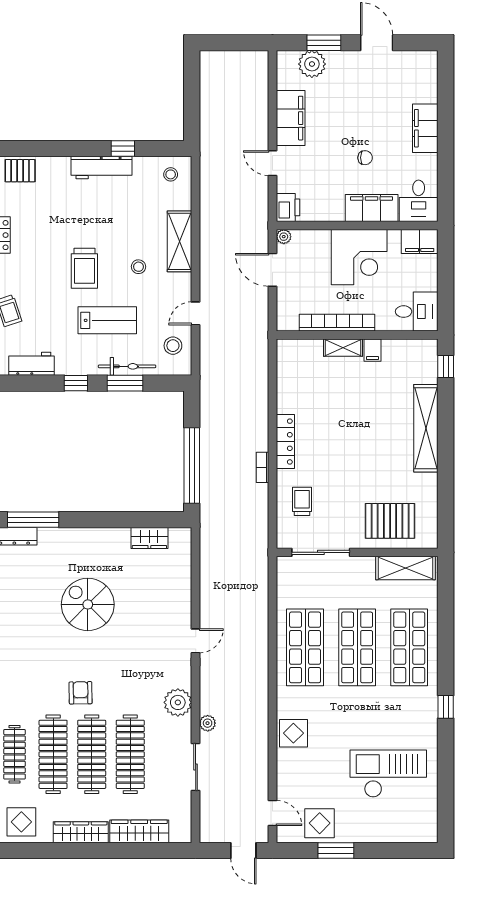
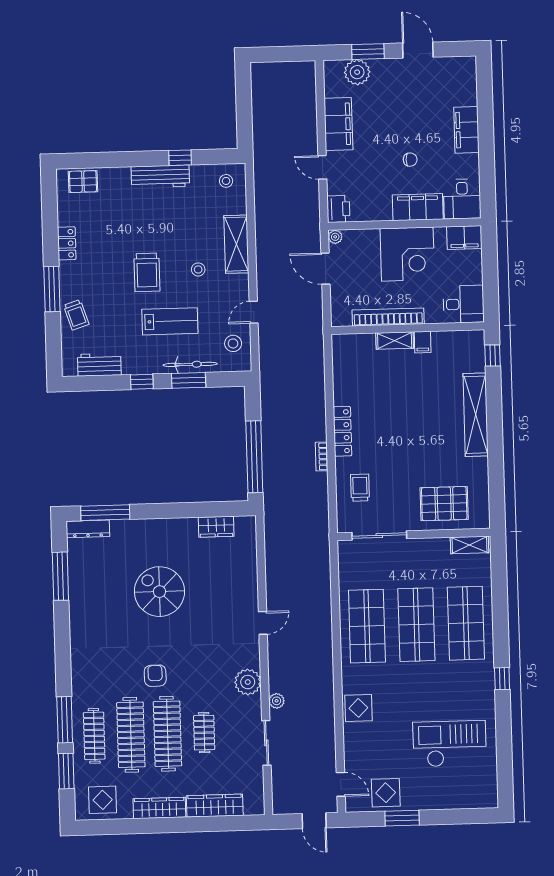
shelving: (406, 568) -> (469, 545), width x0.67, depth x0.75
clothes rail: (130, 754) -> (204, 733), width x0.54, depth x0.76

